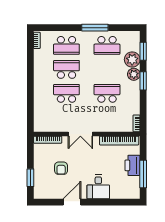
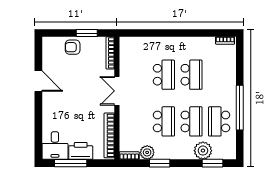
window: (95, 28) -> (240, 108), width x1.46
school desk: (66, 45) -> (192, 121), moved, turned 180
plant: (134, 74) -> (147, 152), moved
window: (143, 81) -> (160, 163), moved
armchair: (61, 168) -> (73, 47), moved
window: (30, 178) -> (87, 33), moved
desk: (98, 187) -> (55, 146), moved, turned -90

